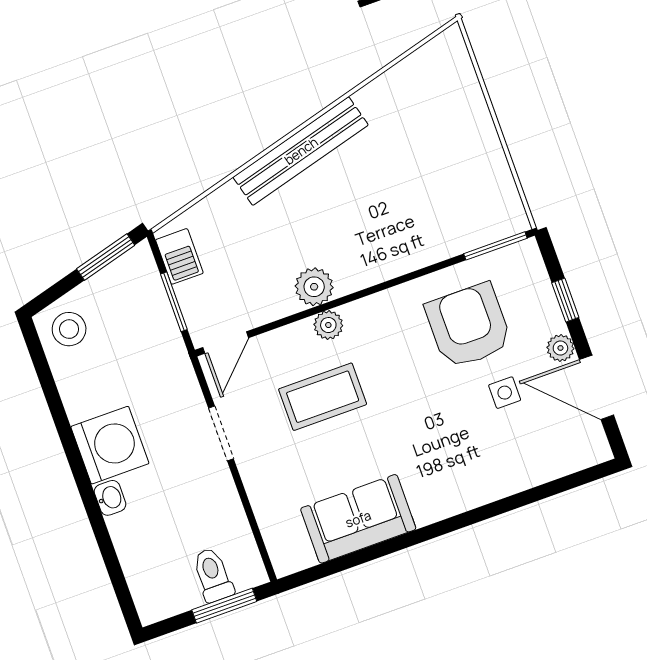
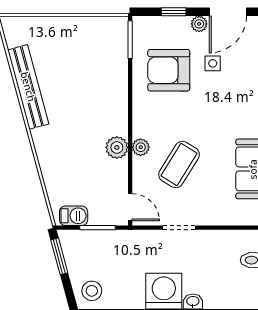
bench: (301, 151) -> (28, 87), moved
coffee table: (323, 397) -> (179, 165), turned 32

